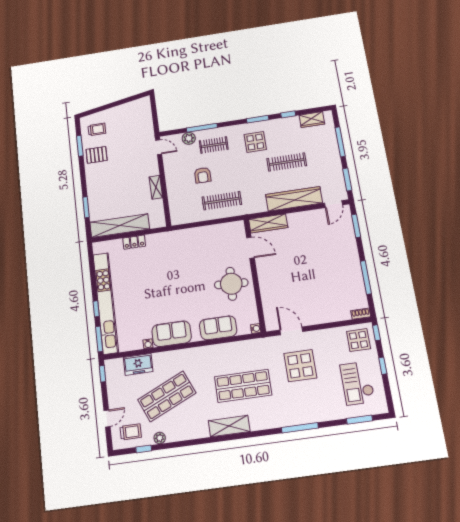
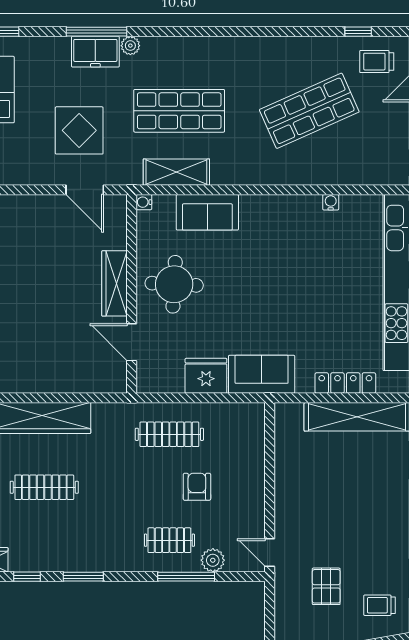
display table: (255, 142) -> (94, 534), removed
pallet: (97, 155) -> (326, 586), moved, turned 90
shelving: (156, 187) -> (284, 477), removed
wardrobe: (268, 223) -> (115, 283), moved, turned -90
fridge: (206, 235) -> (206, 376), added
locker: (134, 242) -> (345, 383), width x1.53
sofa: (172, 334) -> (262, 374), moved, turned 180
freezer: (138, 364) -> (95, 52), moved, turned 180
shelving: (229, 426) -> (176, 172), moved
plant: (160, 438) -> (130, 46), moved

